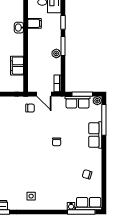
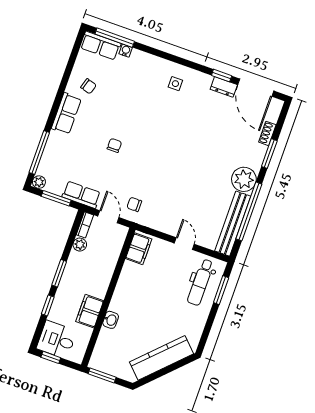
filing cabinet: (34, 23) -> (90, 311), width x2.00
plant: (56, 53) -> (80, 245), moved
filing cabinet: (17, 66) -> (139, 249), moved
row of seats: (78, 102) -> (81, 195), moved
row of seats: (95, 135) -> (66, 113), moved

